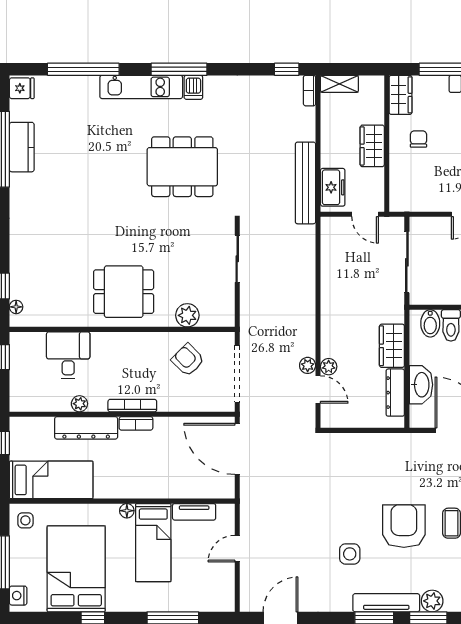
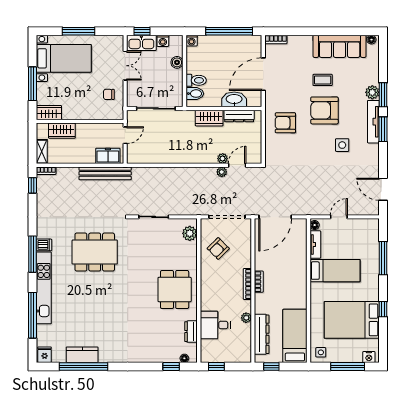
kitchen unit: (141, 87) -> (44, 288), width x1.36
chair: (418, 139) -> (109, 94), moved
wardrobe: (372, 146) -> (62, 131), moved
dining table: (182, 167) -> (95, 252), turned 90
plant: (187, 315) -> (190, 233), moved
dresser: (58, 317) -> (191, 332), added
dresser: (86, 428) -> (262, 334), moved
armchair: (385, 465) -> (285, 123), added
floor lamp: (127, 511) -> (315, 225), moved
door: (237, 549) -> (339, 217), swing flipped

